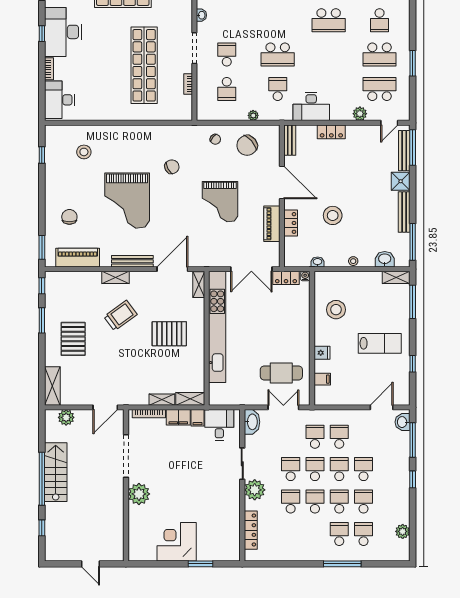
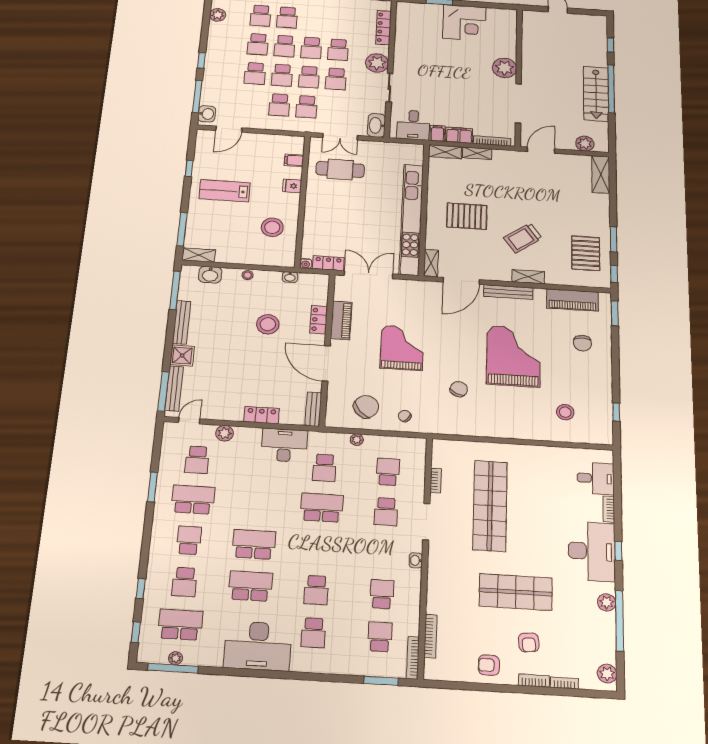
school desk: (380, 89) -> (197, 460), width x0.54
desk: (59, 100) -> (596, 478), width x0.73
chair: (172, 167) -> (459, 389), turned 143
pallet: (73, 339) -> (586, 253), moved

